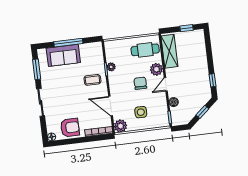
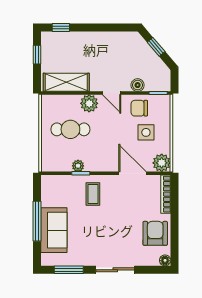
cafe table: (145, 50) -> (70, 129), moved, turned 90
window: (212, 80) -> (61, 27), moved
chair: (140, 83) -> (139, 108), moved
door: (111, 106) -> (132, 173), swing flipped

